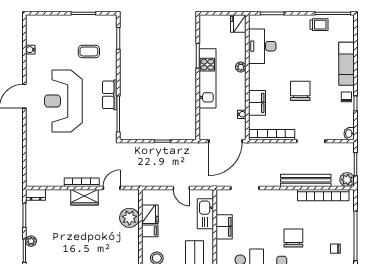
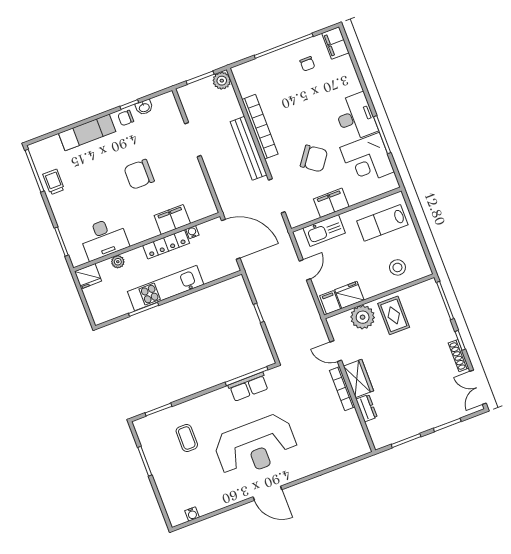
water cooler: (30, 50) -> (192, 514), moved
plant: (241, 67) -> (118, 262), moved
locker: (240, 91) -> (166, 244), added
row of seats: (110, 95) -> (248, 387), moved
washbasin: (349, 134) -> (144, 107), moved
bookcase: (272, 135) -> (203, 188), removed
bench: (306, 180) -> (249, 148), moved
dresser: (36, 195) -> (367, 408), moved
bookcase: (323, 195) -> (260, 127), moved
filing cabinet: (150, 231) -> (330, 302), moved
chair: (293, 238) -> (314, 158), moved, turned -144
plant: (31, 241) -> (433, 421), removed
rug: (122, 242) -> (394, 315), added

